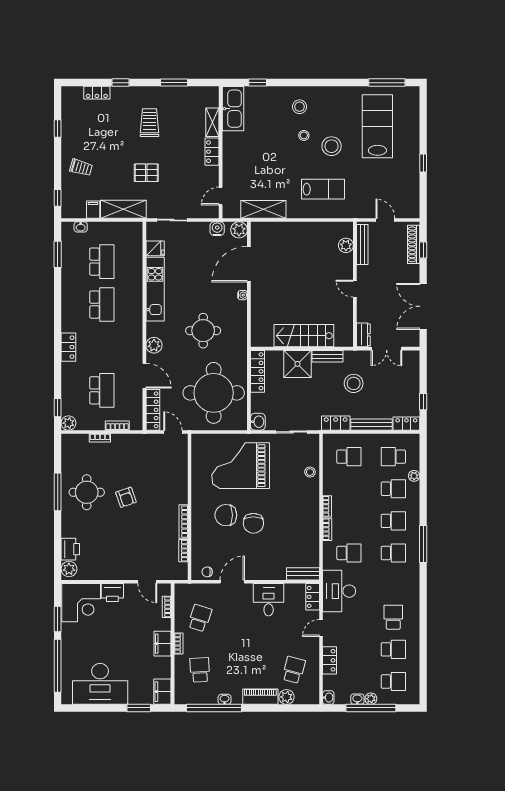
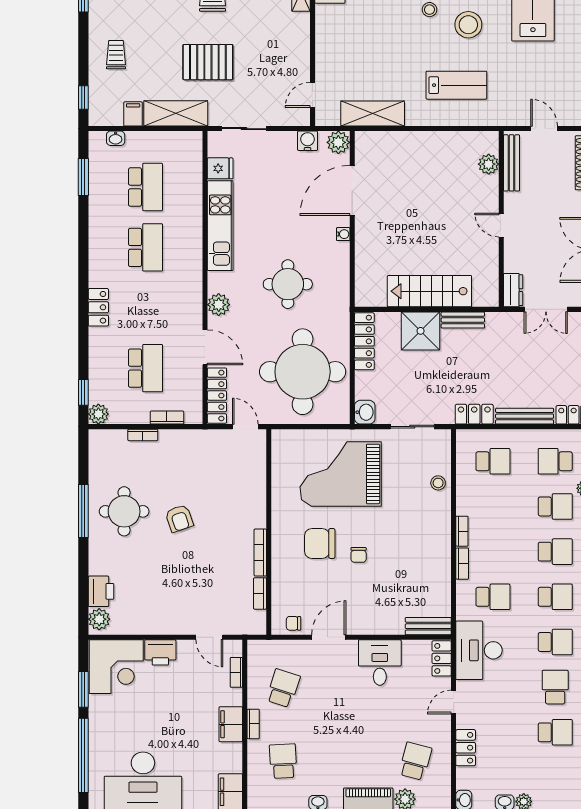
locker: (212, 152) -> (300, 32), removed
trolley: (81, 167) -> (116, 55), turned -106
pallet: (146, 173) -> (208, 62), width x1.50, depth x1.42
stool: (354, 383) -> (499, 358), removed
chair: (253, 523) -> (359, 555), width x0.54, depth x0.54
school desk: (393, 682) -> (555, 642), moved

